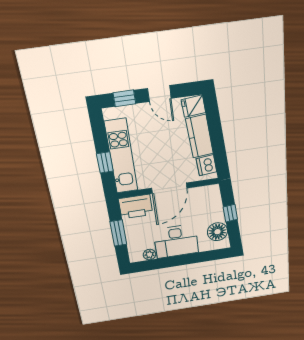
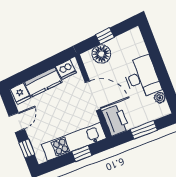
floor lamp: (217, 232) -> (101, 54), moved

